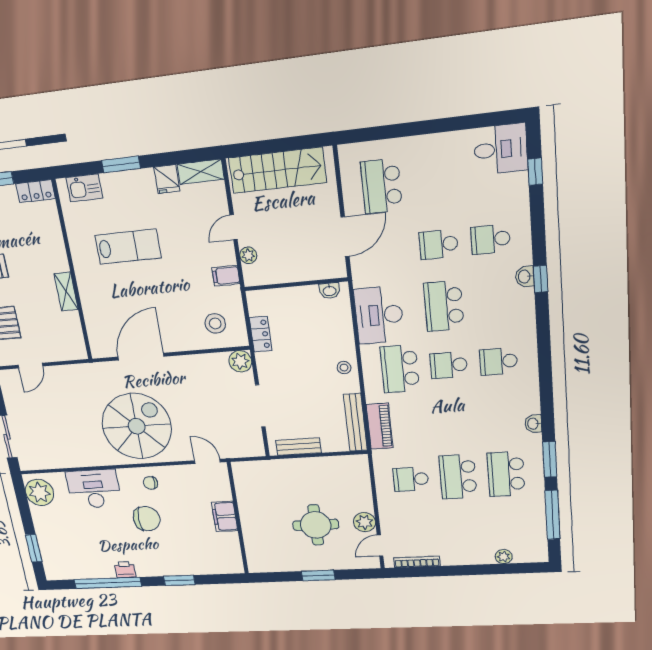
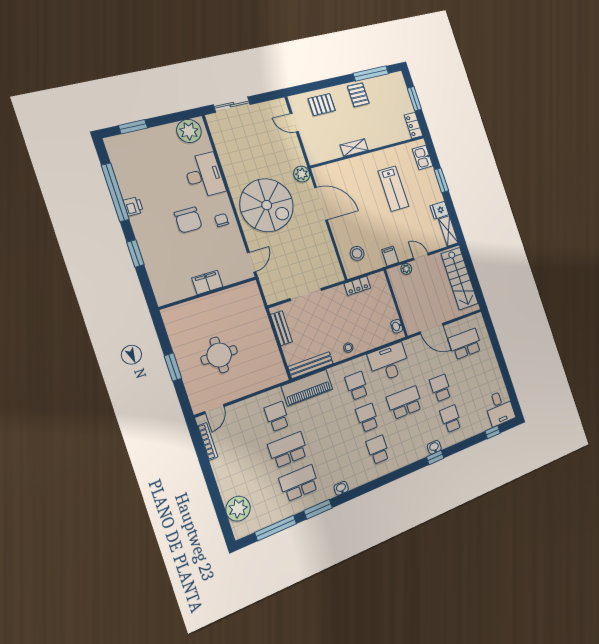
plant: (240, 361) -> (302, 174), moved
school desk: (400, 369) -> (357, 386), width x0.54
piano: (380, 426) -> (307, 388), width x1.37, depth x1.33
plant: (365, 522) -> (232, 392), removed
door: (380, 546) -> (215, 409), swing flipped
plant: (504, 557) -> (238, 509), width x1.87, depth x1.87

